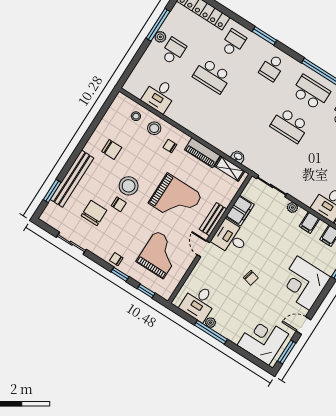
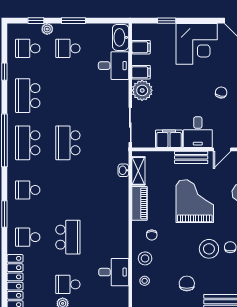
school desk: (272, 68) -> (28, 190), turned 180
school desk: (290, 125) -> (68, 143), turned 180
plant: (292, 208) -> (142, 90), width x1.87, depth x1.87

